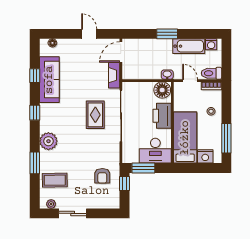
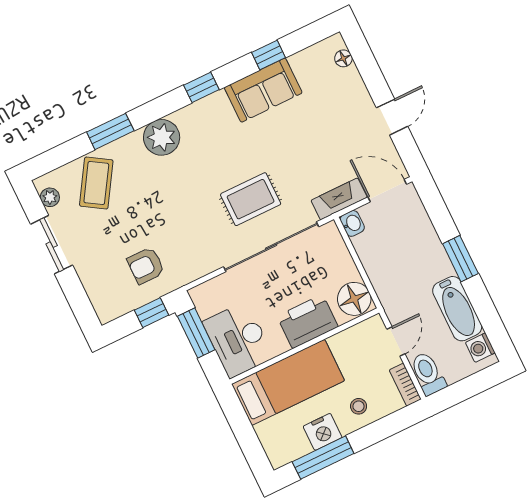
washbasin: (167, 75) -> (352, 223), moved
sofa: (49, 80) -> (263, 90), width x0.73
nightstand: (205, 156) -> (323, 432), moved, turned -90
coffee table: (55, 180) -> (96, 183), turned 33

